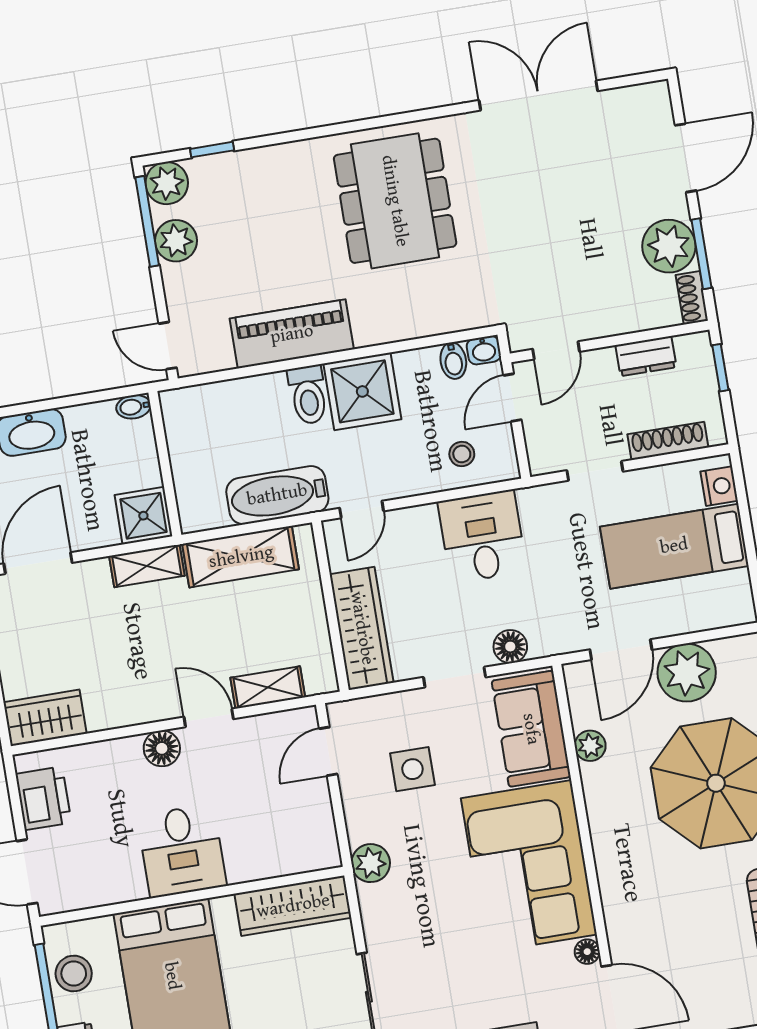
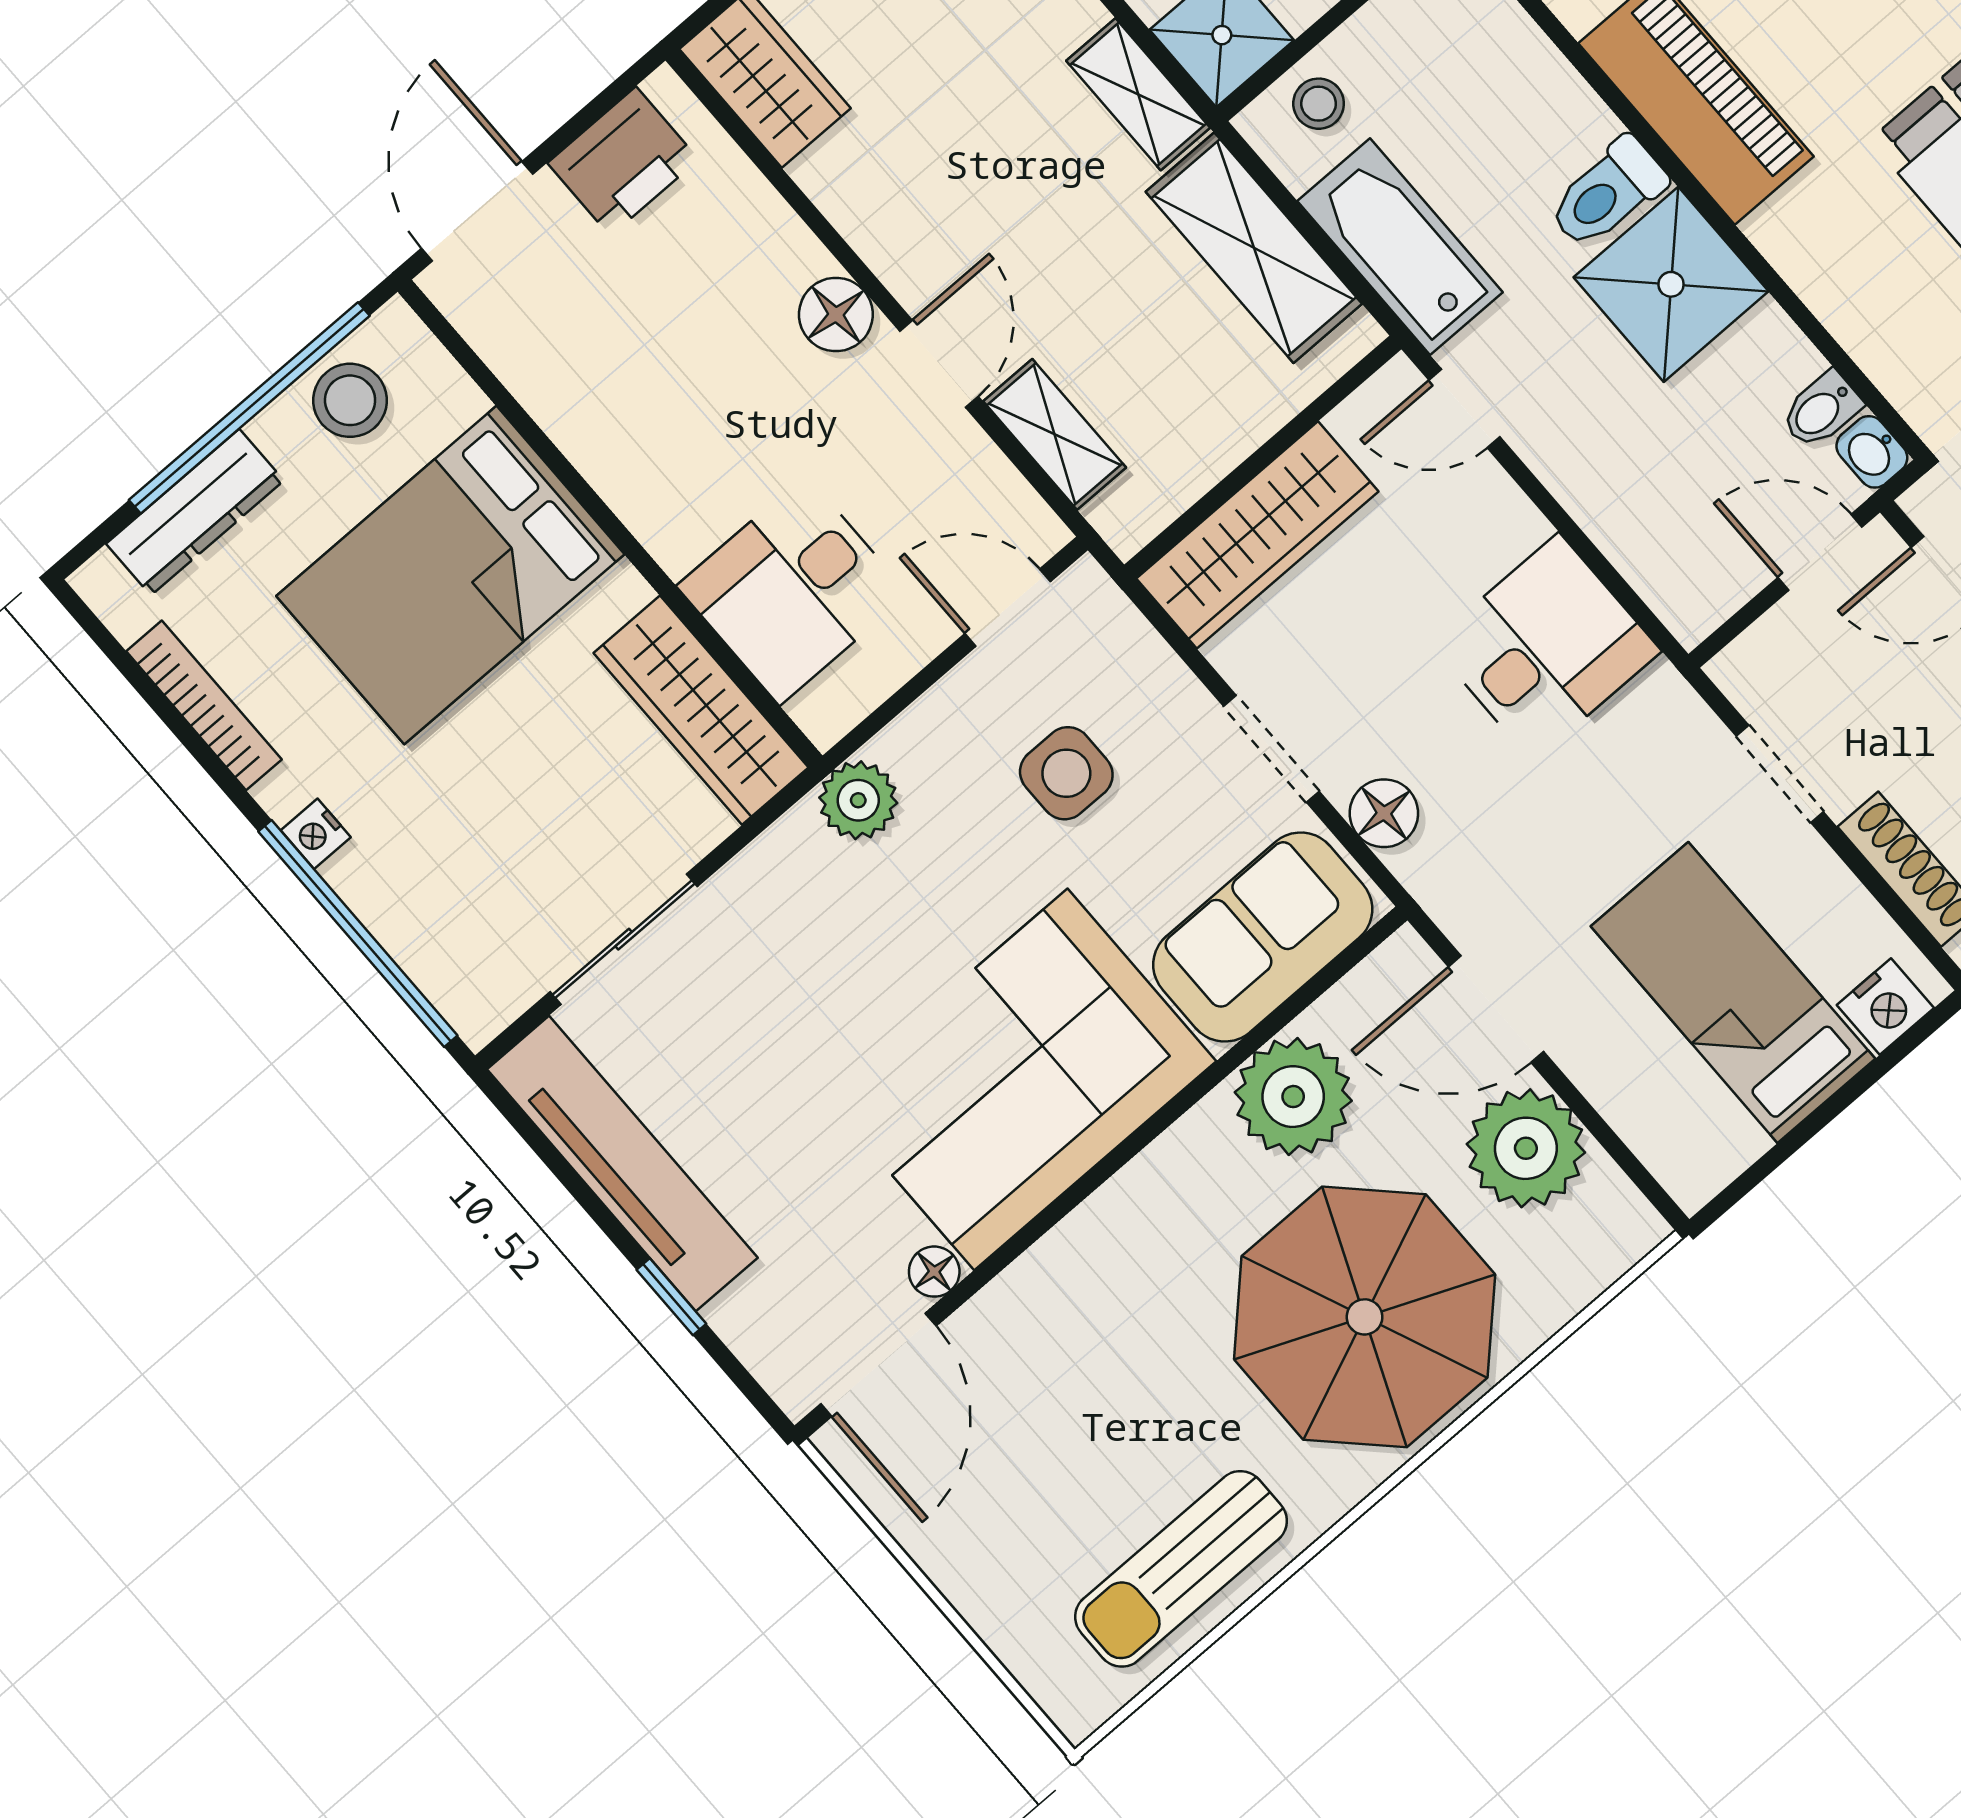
stool: (462, 454) -> (1319, 104), moved
plant: (590, 746) -> (1293, 1097), width x1.87, depth x1.87
desk: (182, 851) -> (793, 590), moved

